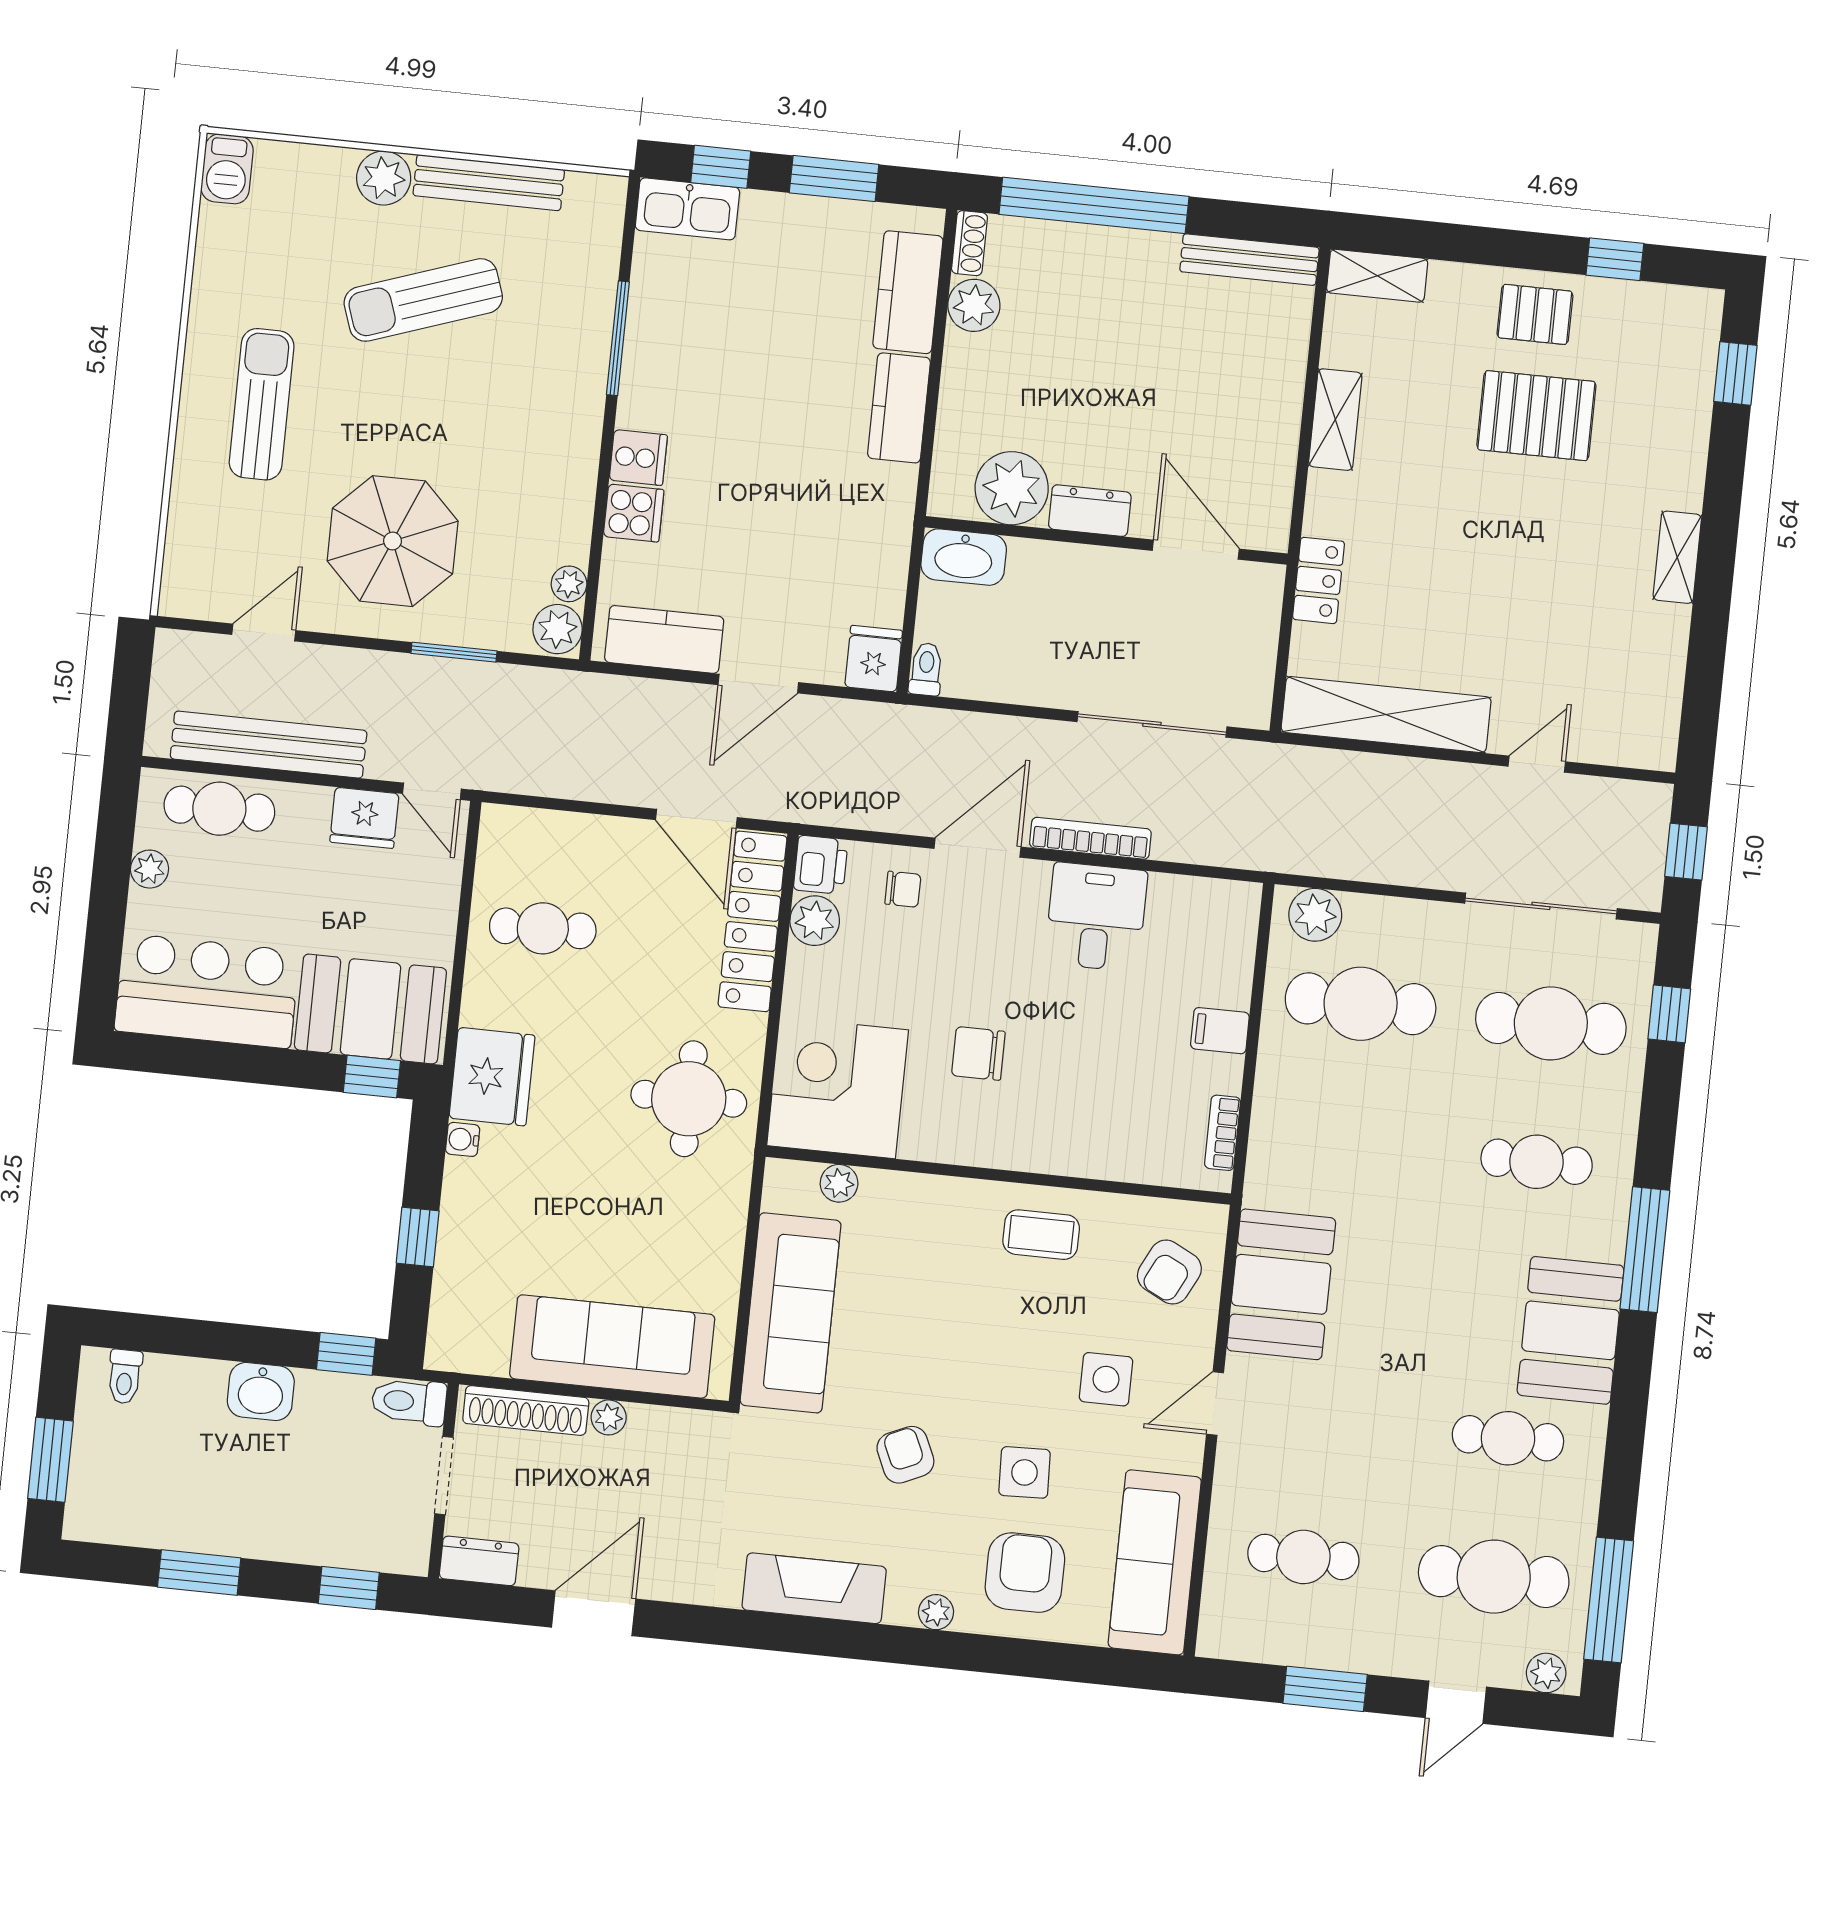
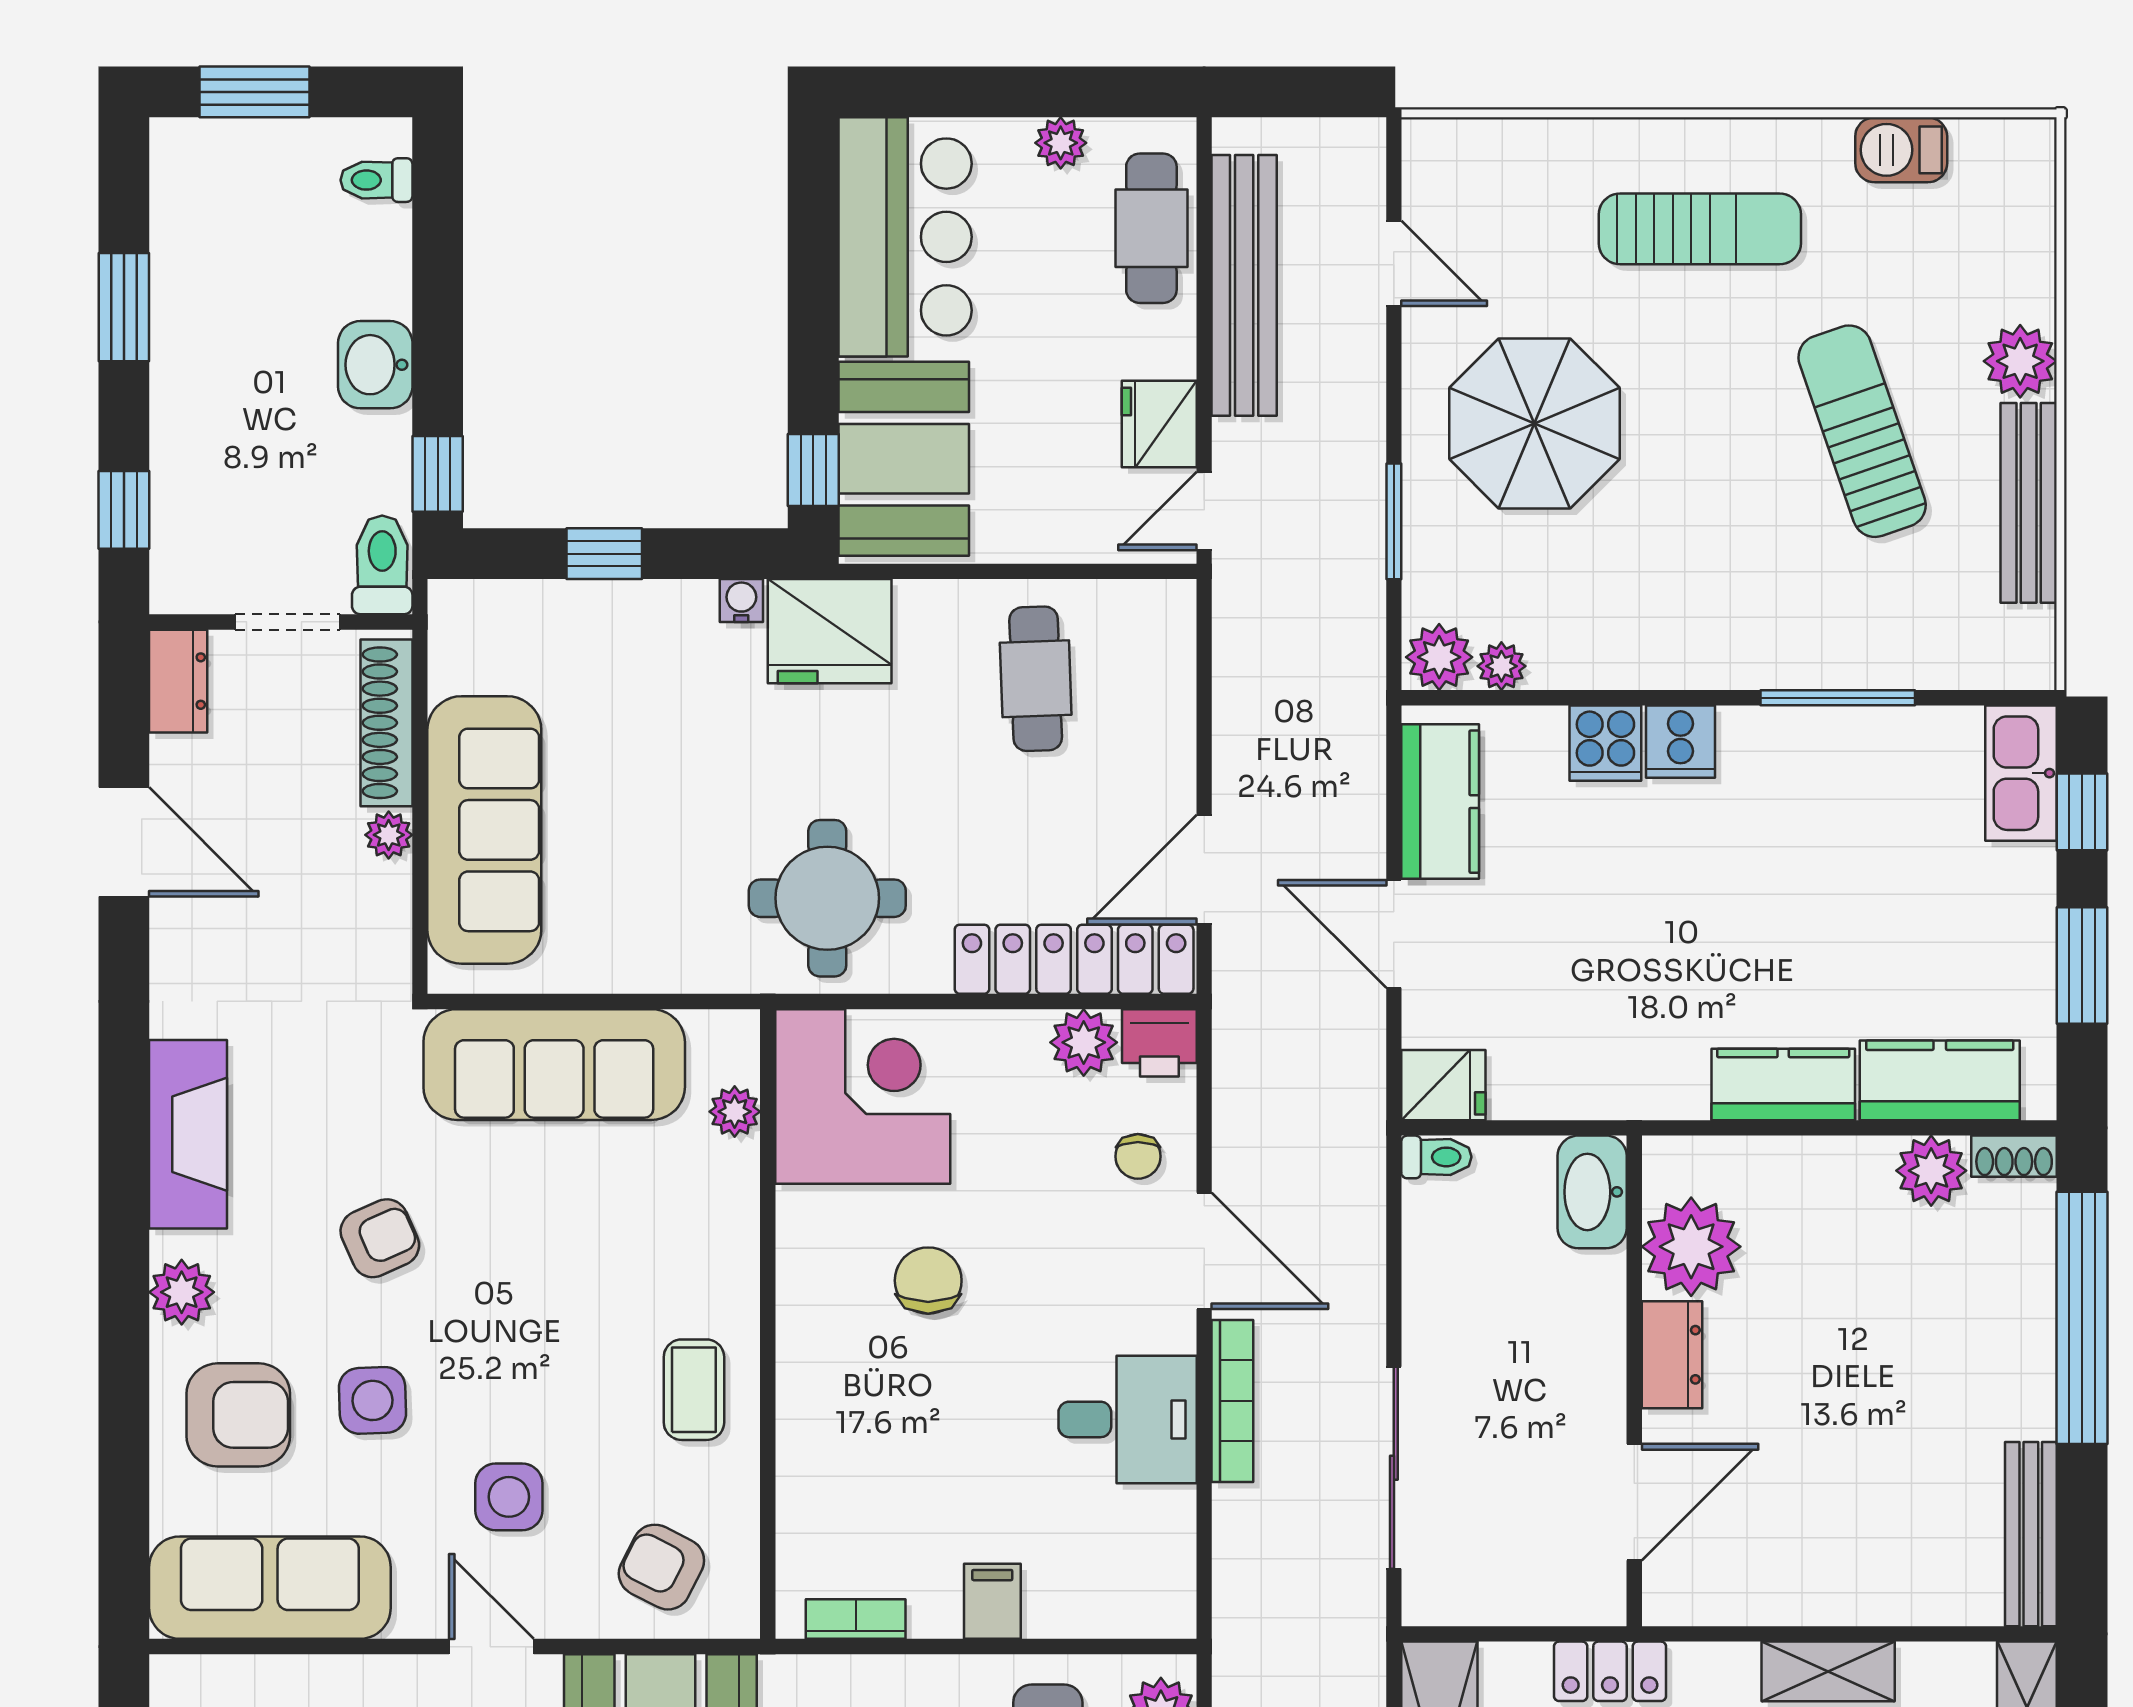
barbecue: (227, 169) -> (1901, 150), moved
plant: (936, 1612) -> (182, 1292), width x1.38, depth x1.38

